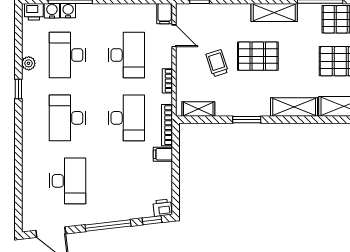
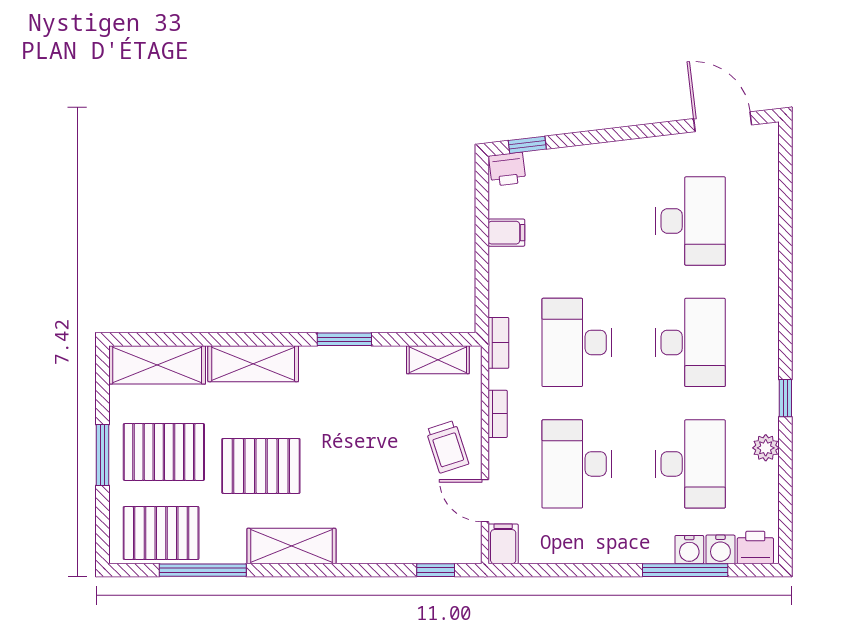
pallet: (258, 56) -> (261, 466), moved
trolley: (217, 63) -> (447, 447), moved
bookcase: (167, 125) -> (498, 343), width x0.64
filing cabinet: (163, 154) -> (506, 233), moved
desk: (68, 181) -> (690, 221), turned 180
window: (108, 225) -> (612, 135), removed

